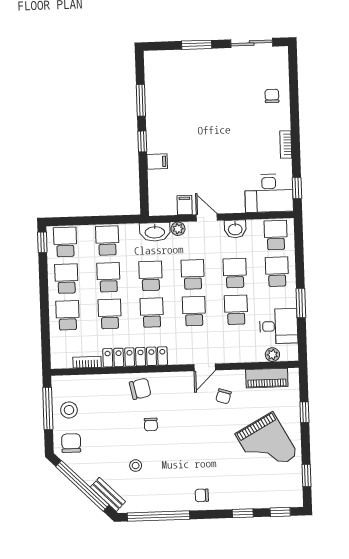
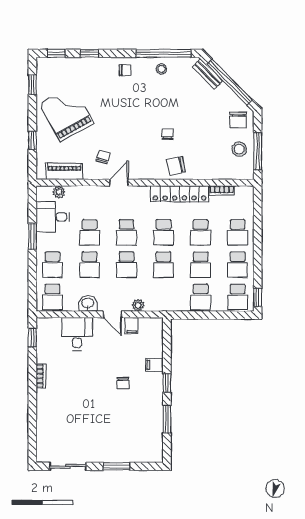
chair: (272, 96) -> (123, 383), moved
desk: (269, 193) -> (77, 334), moved, width x0.73
washbasin: (155, 232) -> (159, 303), removed
stool: (136, 466) -> (161, 69), moved

